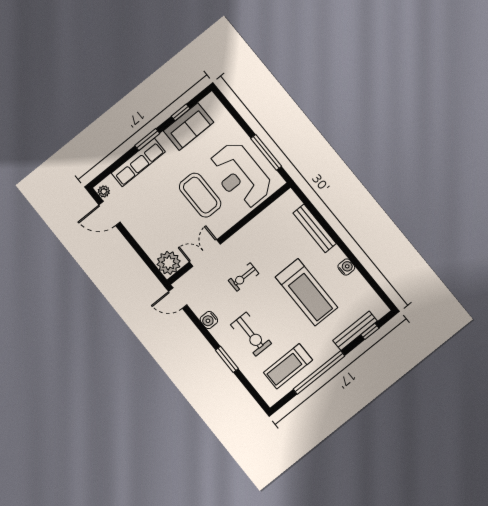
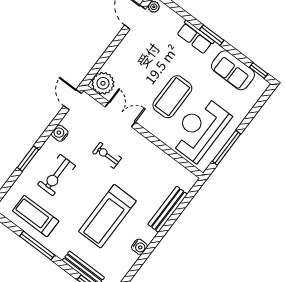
window: (181, 112) -> (259, 71), moved
row of seats: (138, 162) -> (195, 37), width x0.68
window: (319, 372) -> (37, 246), width x0.68

